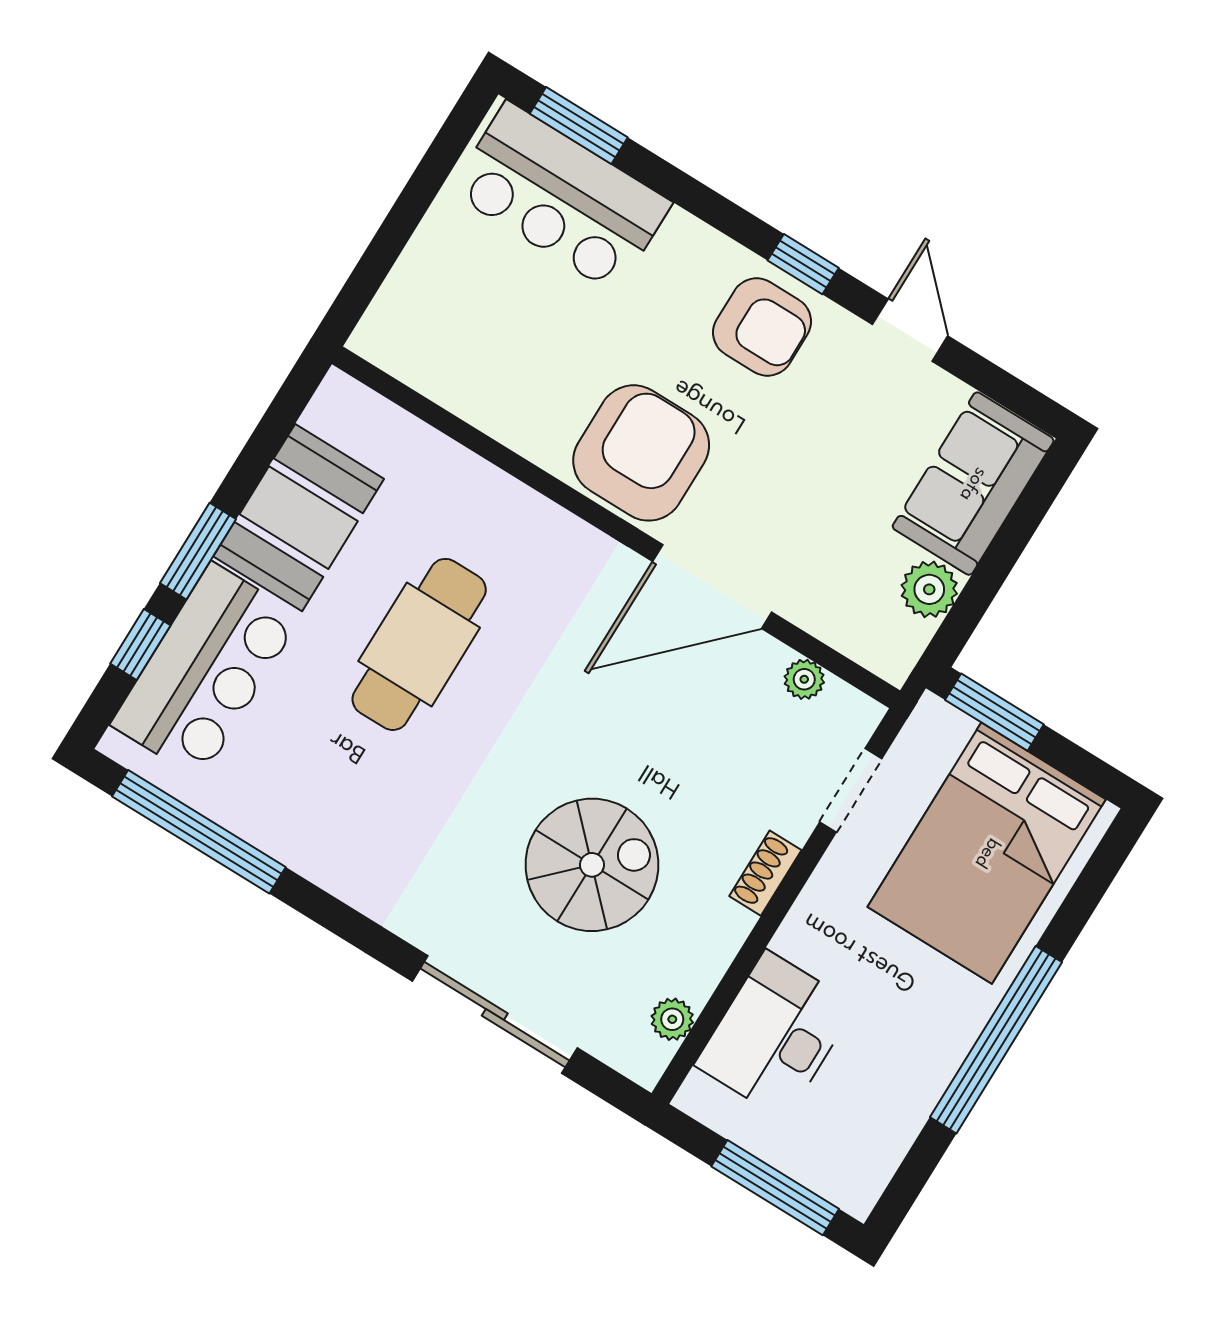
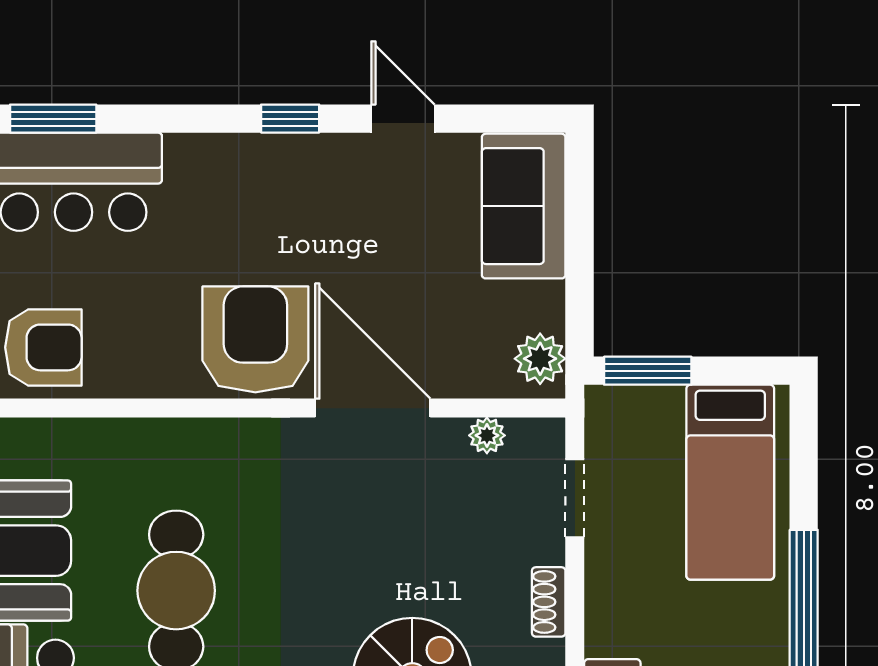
armchair: (762, 327) -> (43, 347), moved
door: (712, 587) -> (373, 408), swing flipped
plant: (929, 589) -> (540, 359), moved
bed: (987, 853) -> (730, 482), width x0.67

